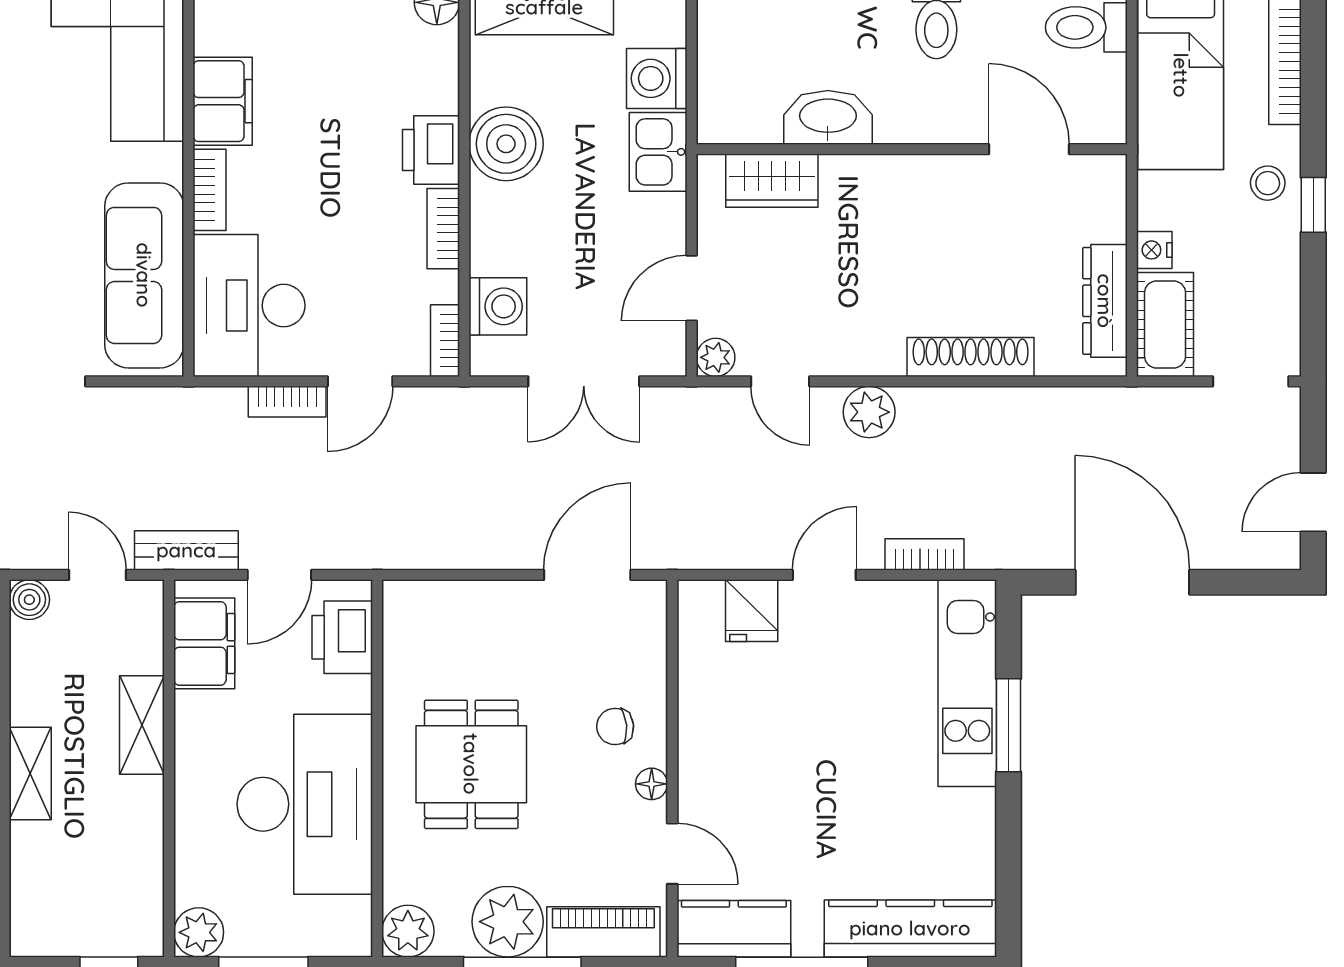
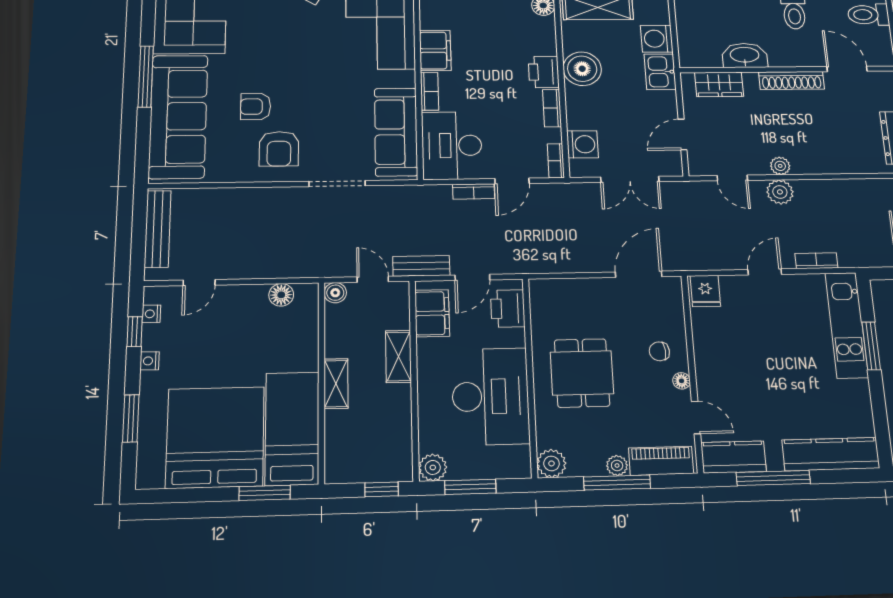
plant: (716, 357) -> (780, 166), moved
shoe rack: (971, 357) -> (791, 80), moved, turned 180
fridge: (752, 611) -> (705, 291), moved
plant: (508, 922) -> (617, 466), width x0.53, depth x0.53

